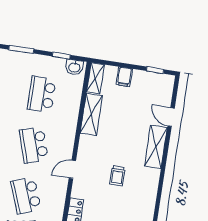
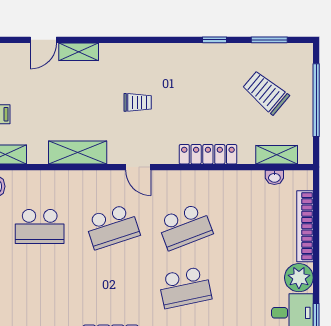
shelving: (91, 114) -> (78, 152), moved
shelving: (156, 147) -> (79, 52), width x0.67, depth x0.75

